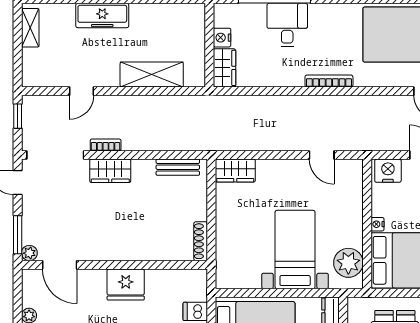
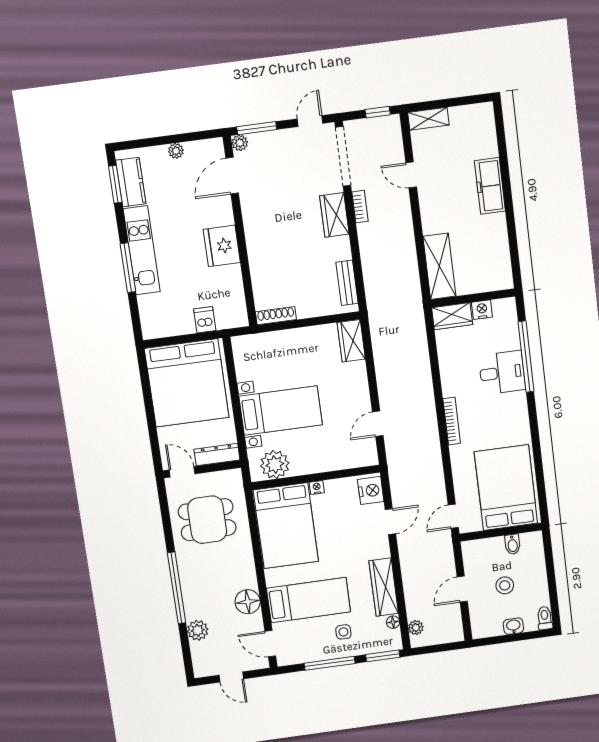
shelving: (30, 28) -> (428, 119), moved
shelving: (152, 74) -> (439, 266), moved

